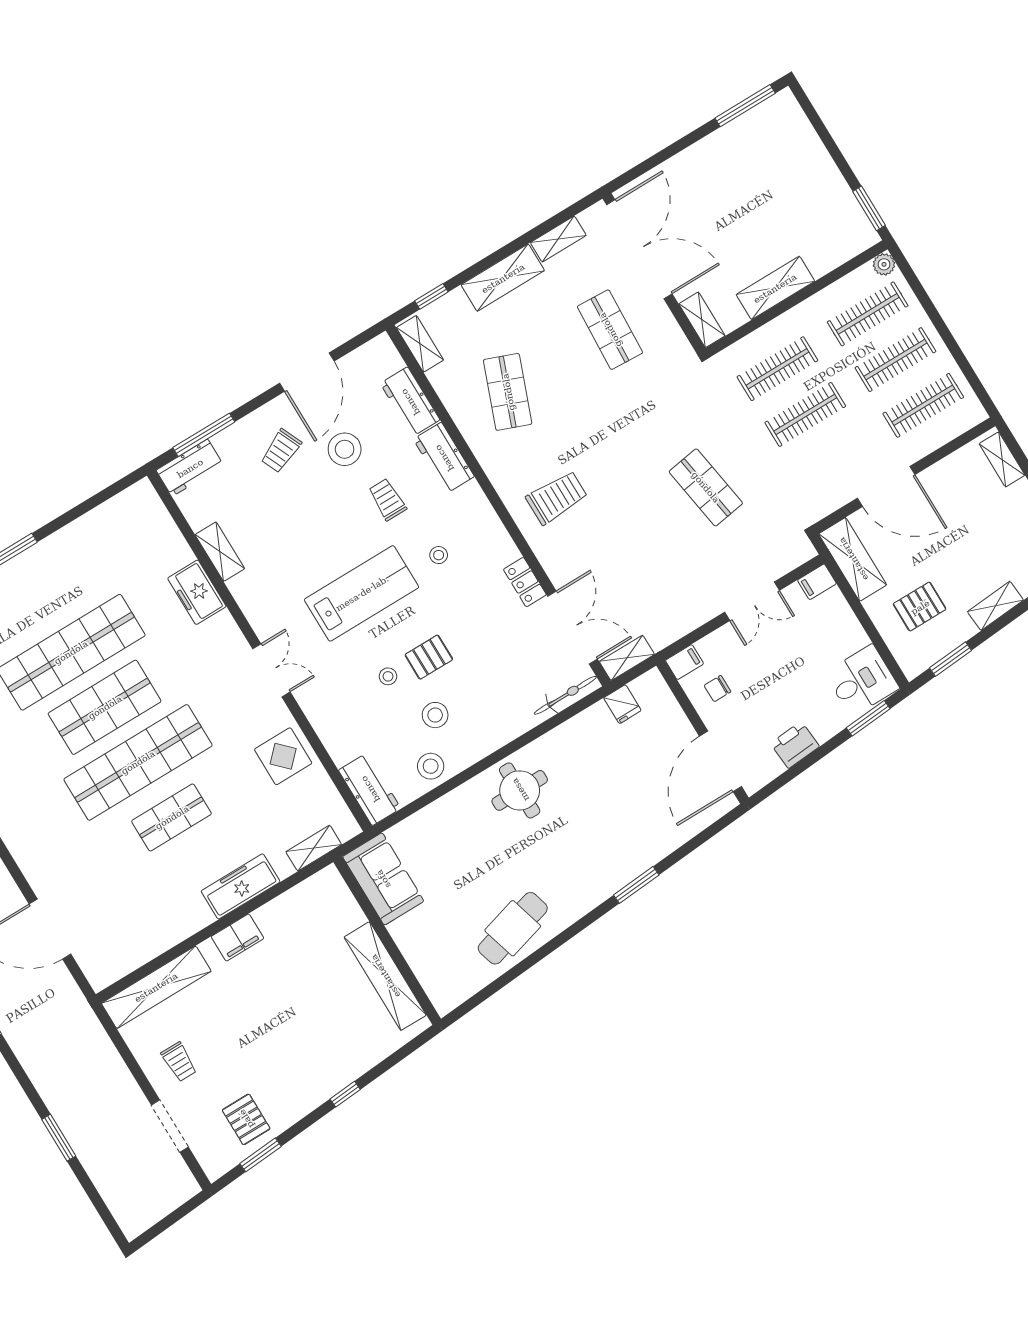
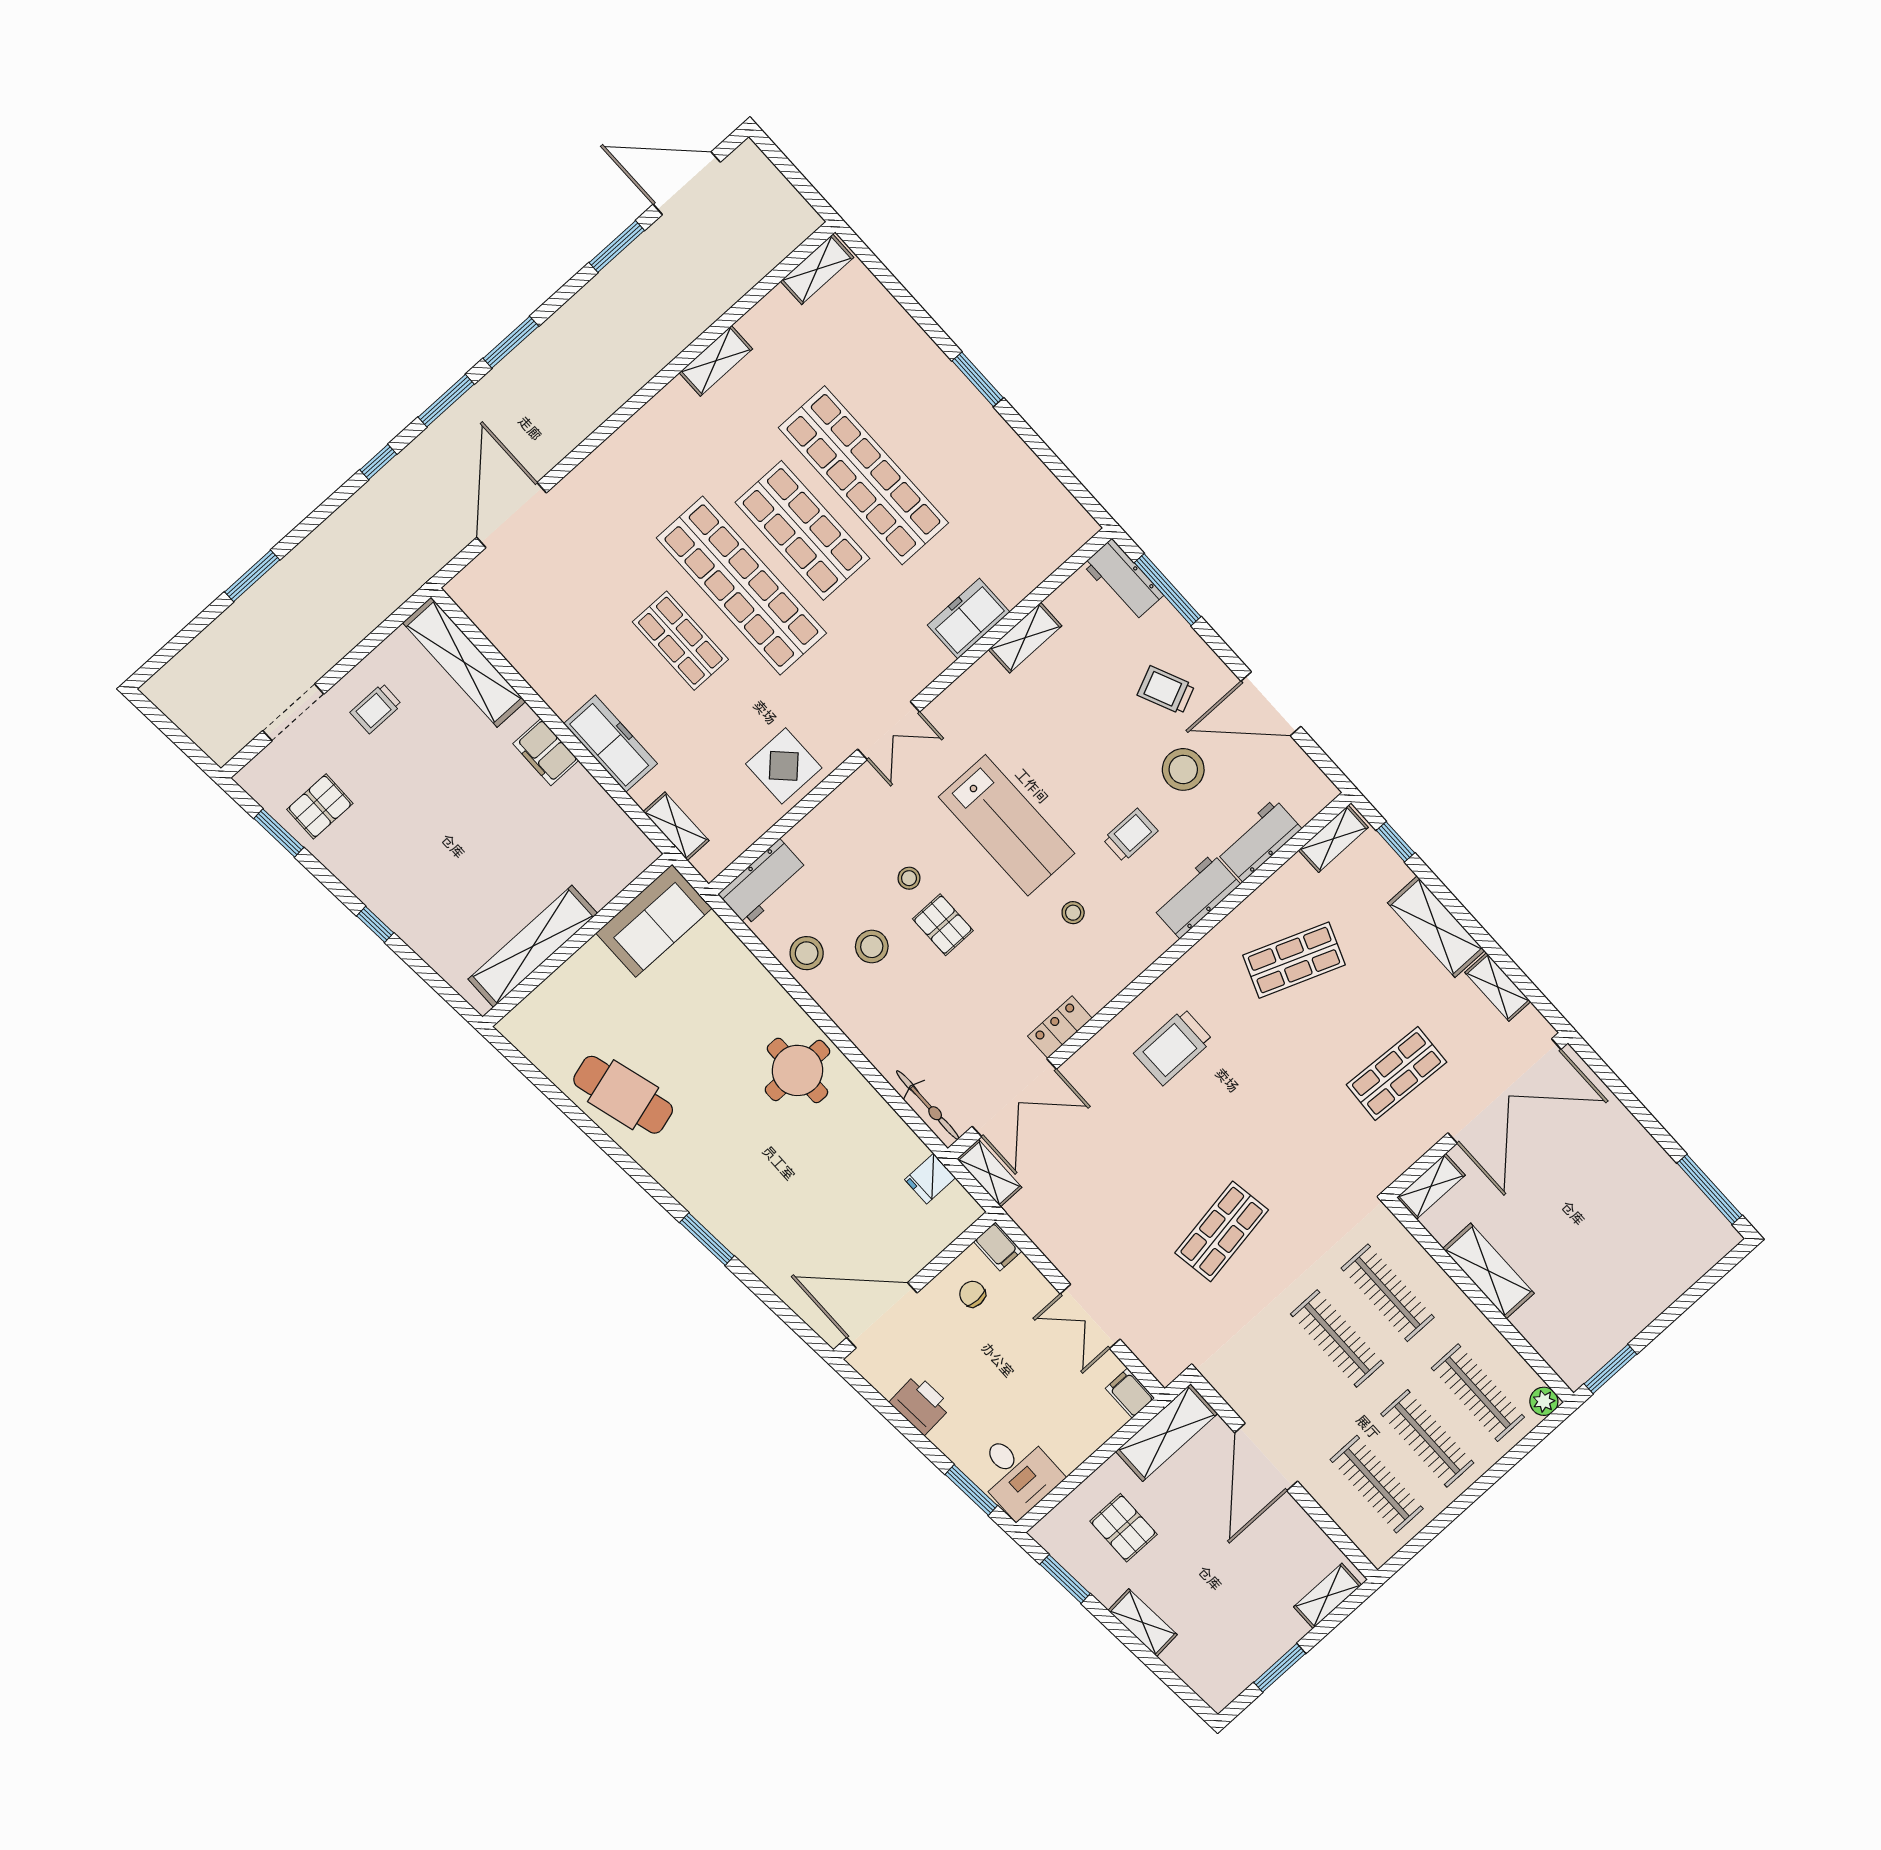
trolley: (557, 498) -> (1173, 1047), turned 90

